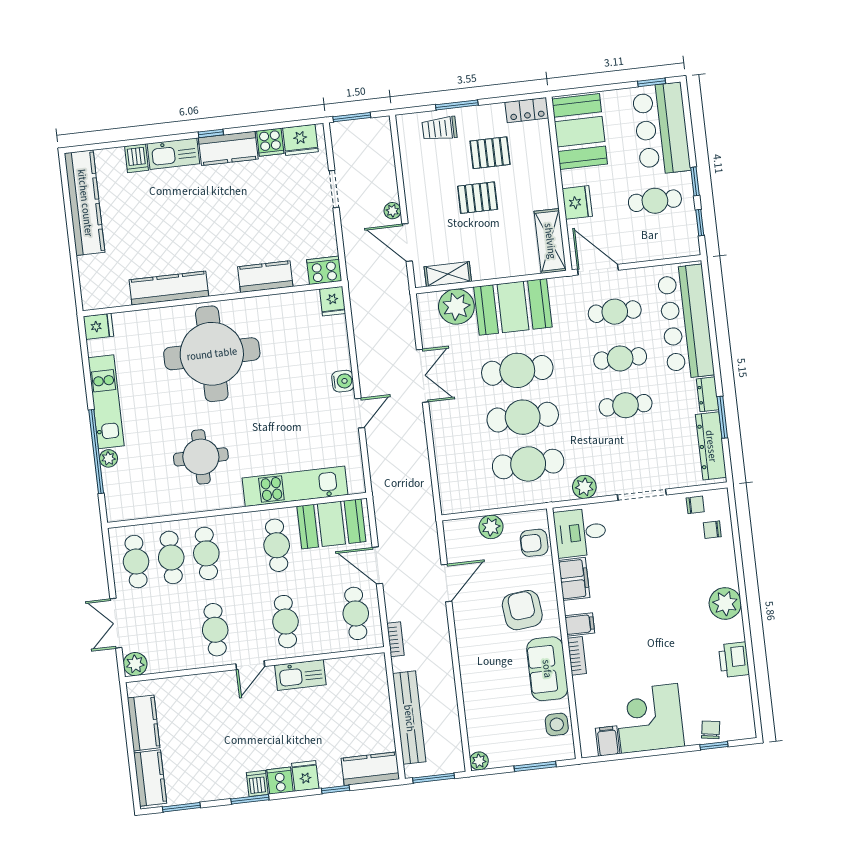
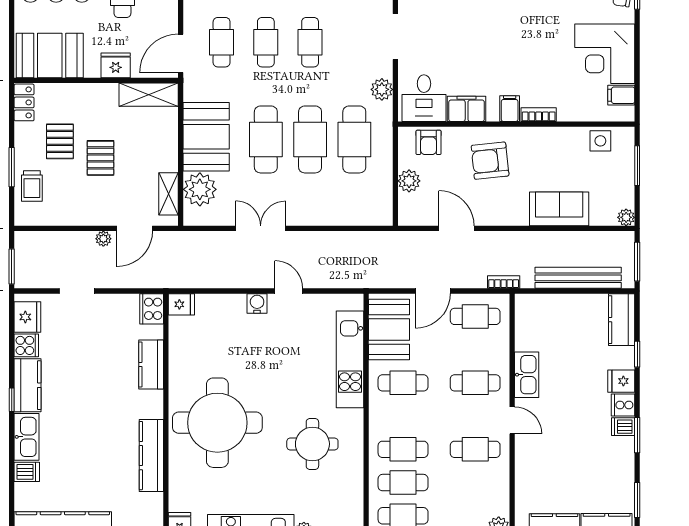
sofa: (547, 669) -> (559, 209), moved, turned 180

